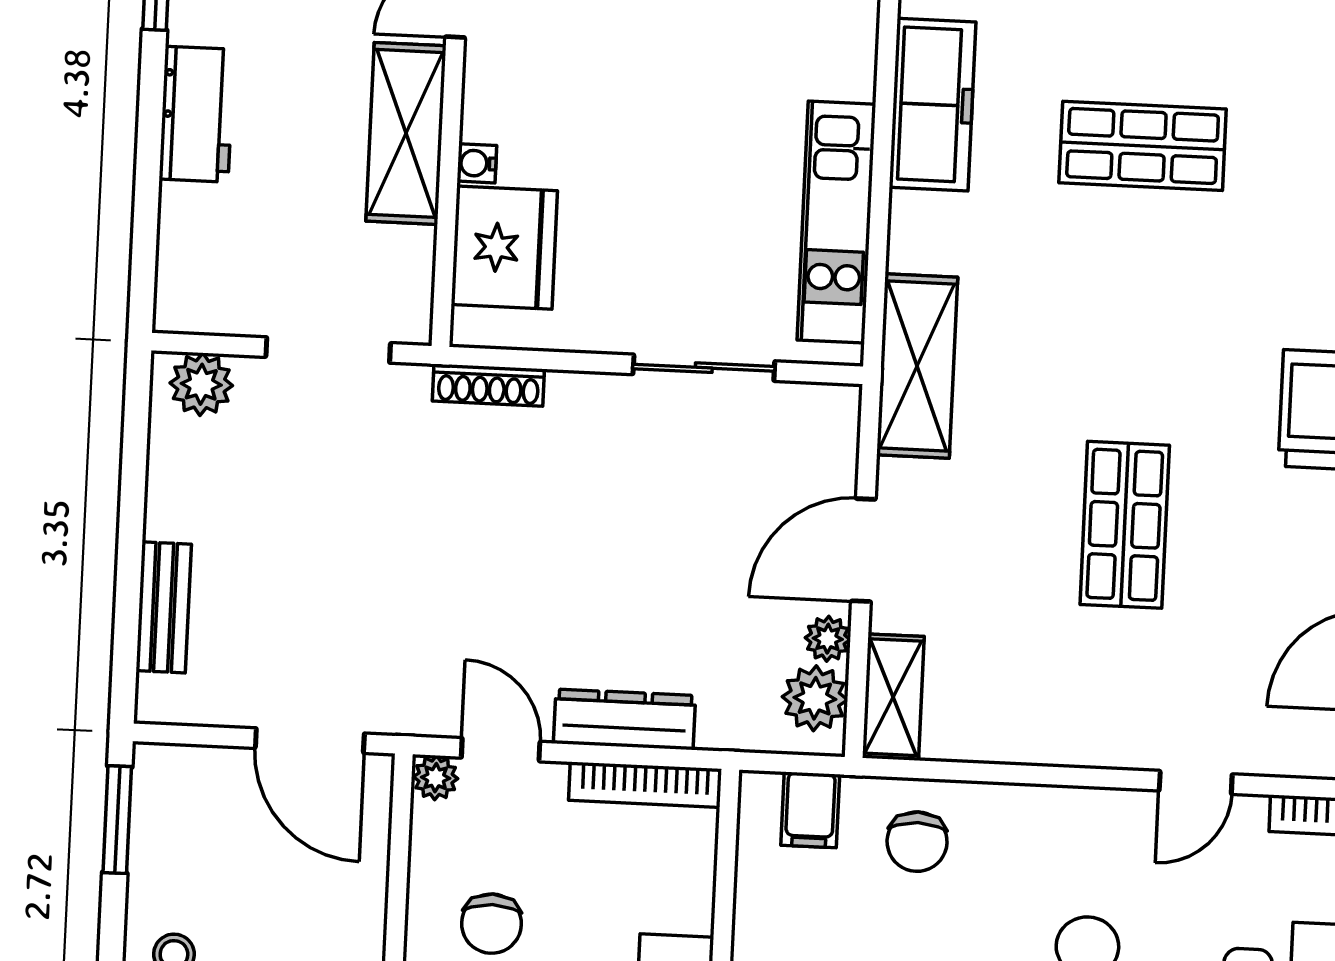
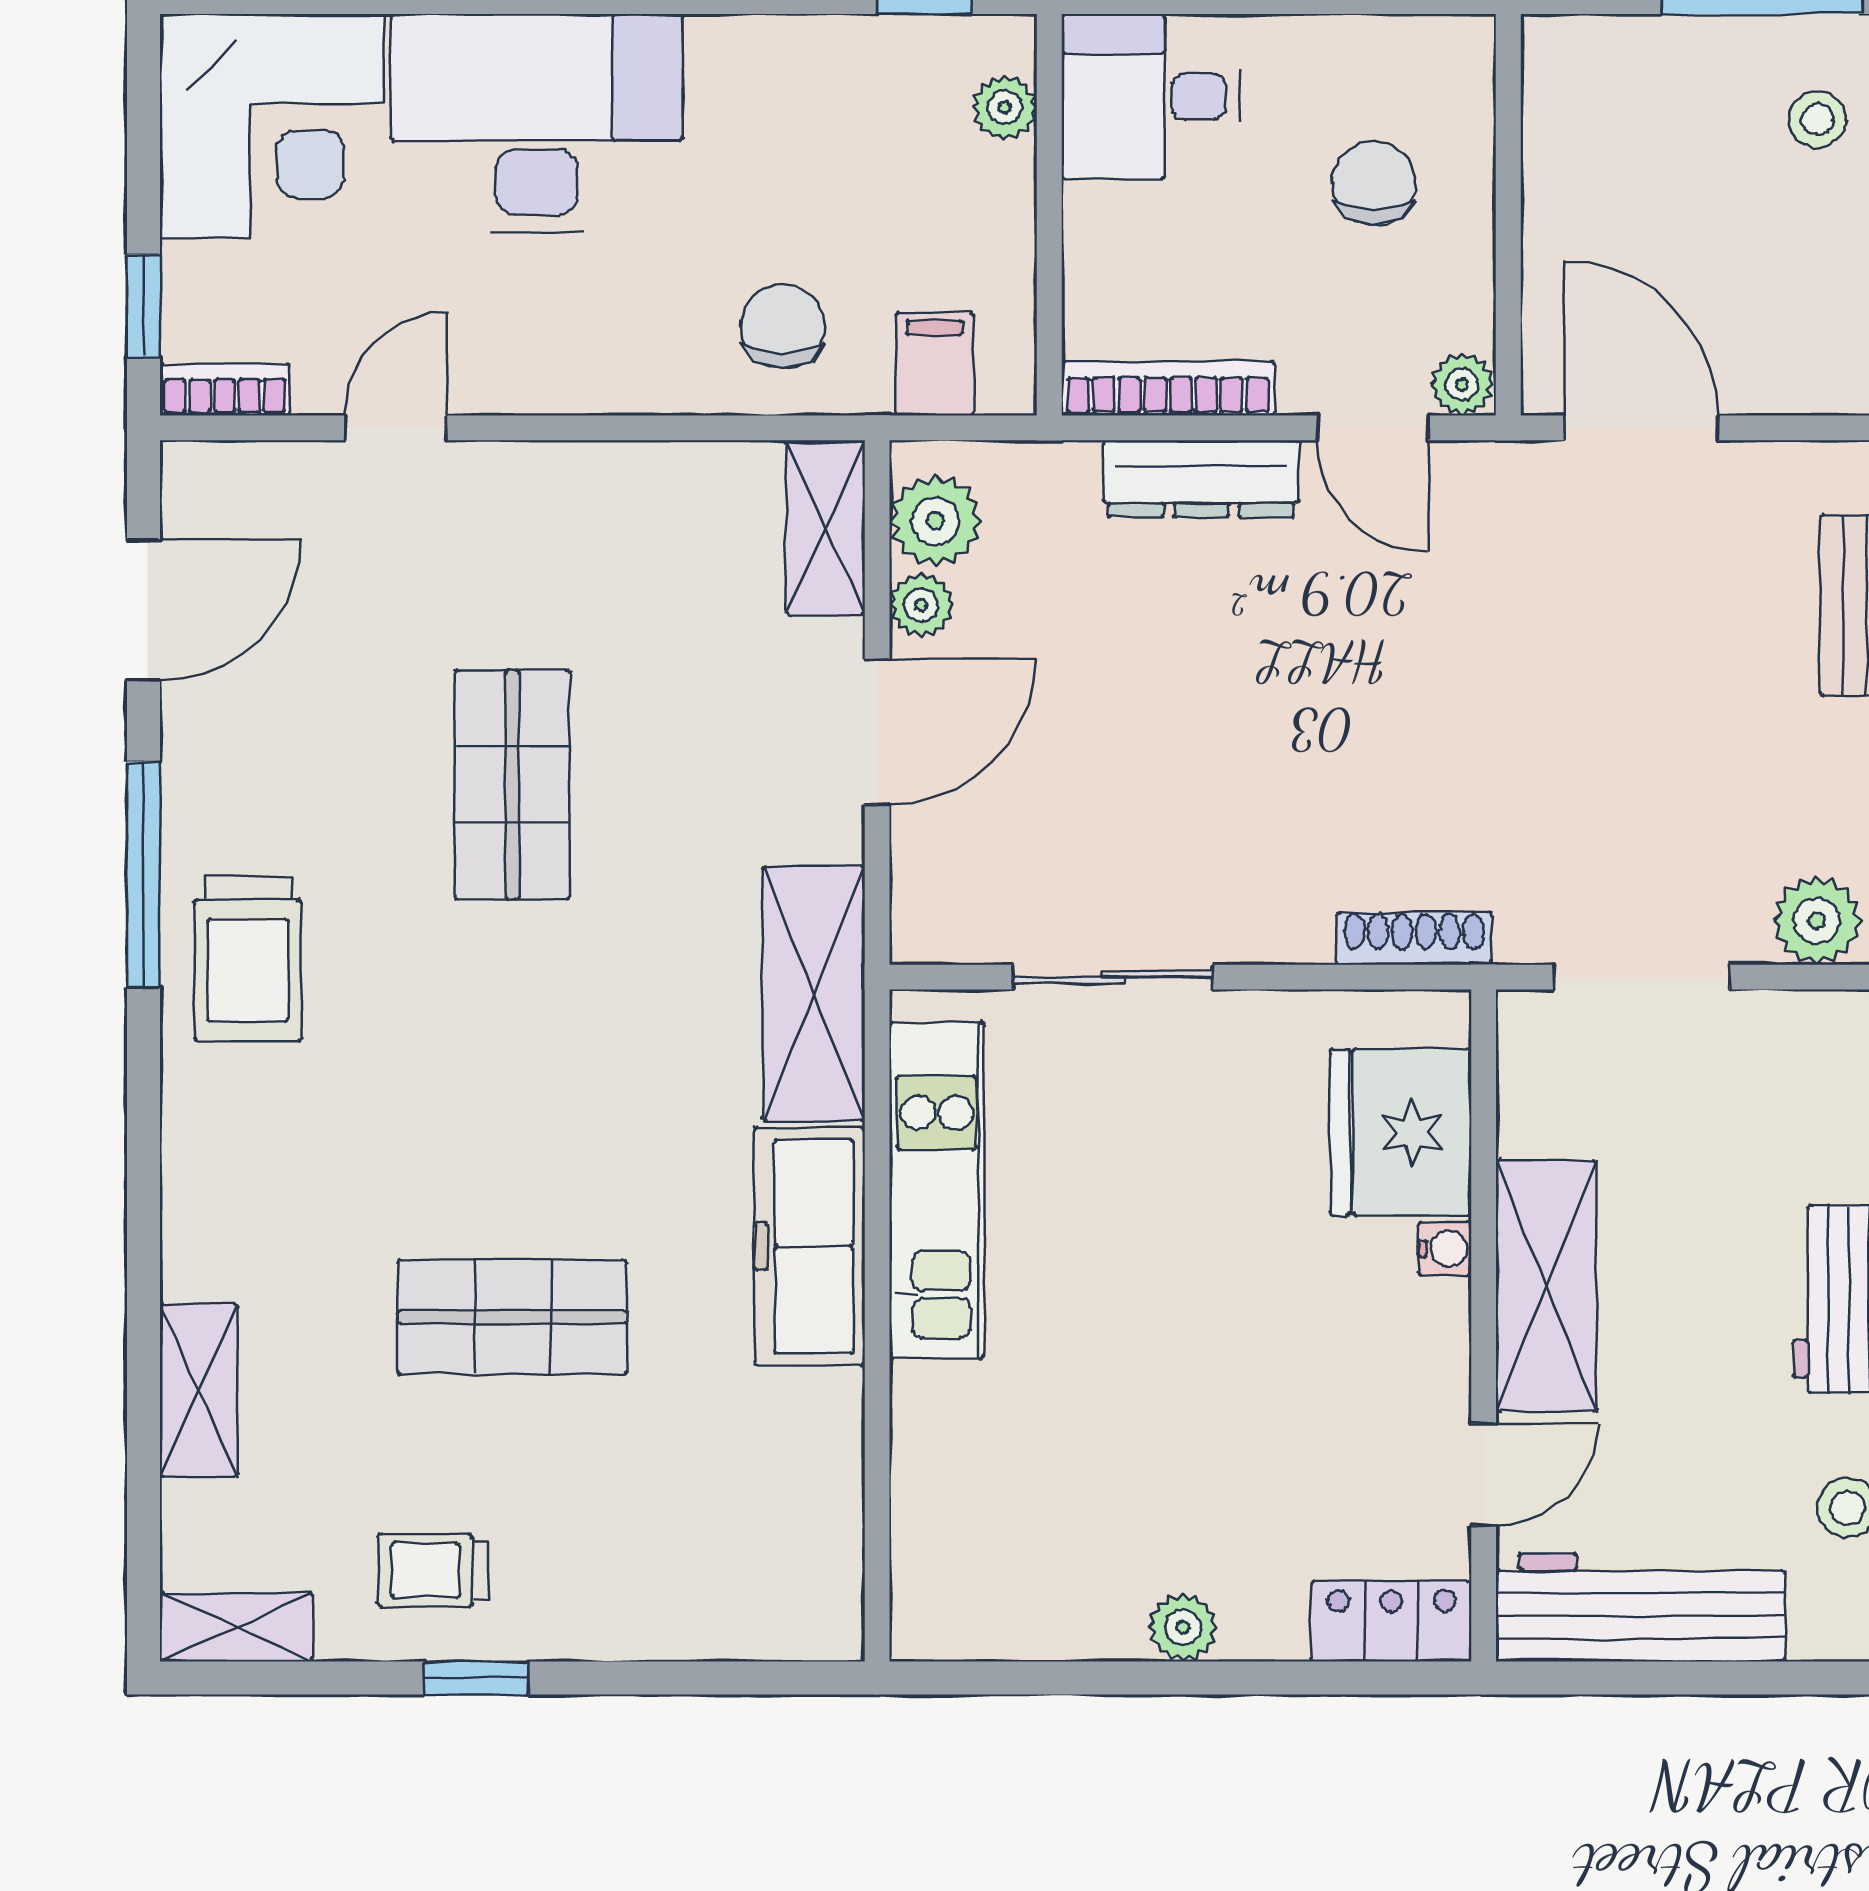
freezer: (933, 105) -> (810, 1246), moved

